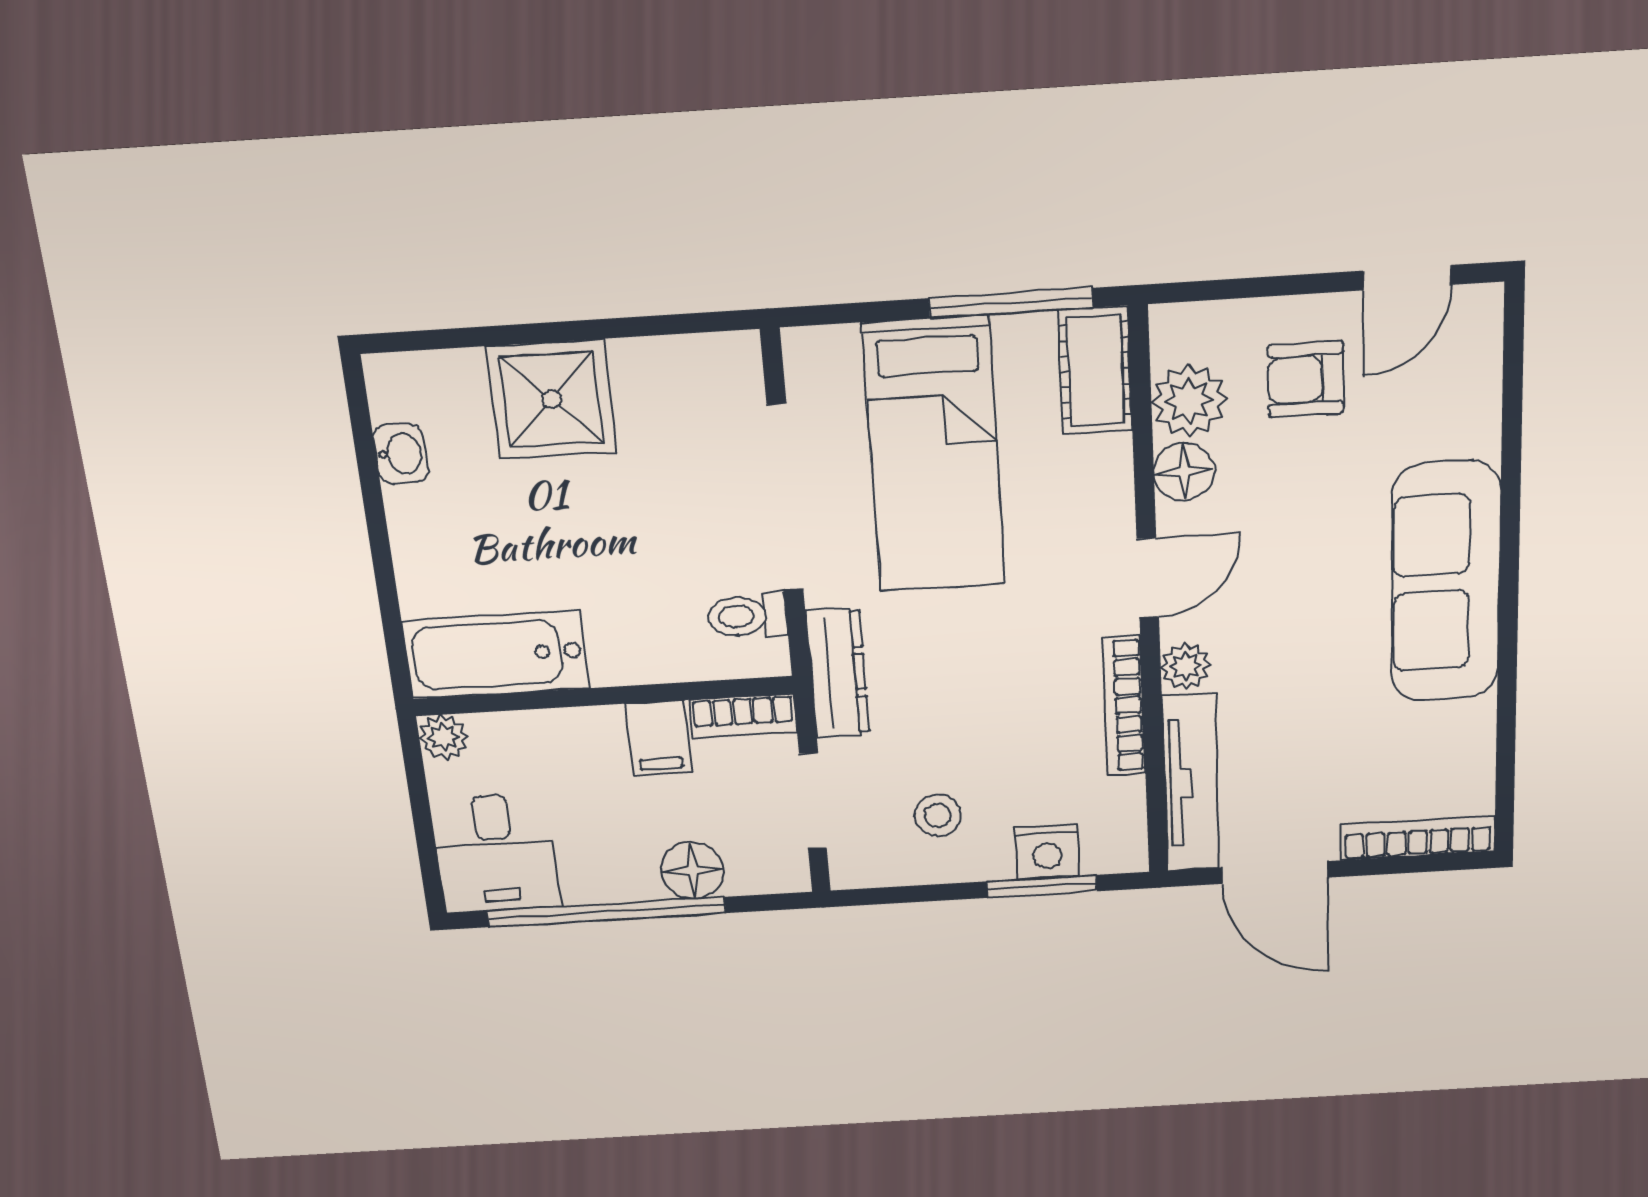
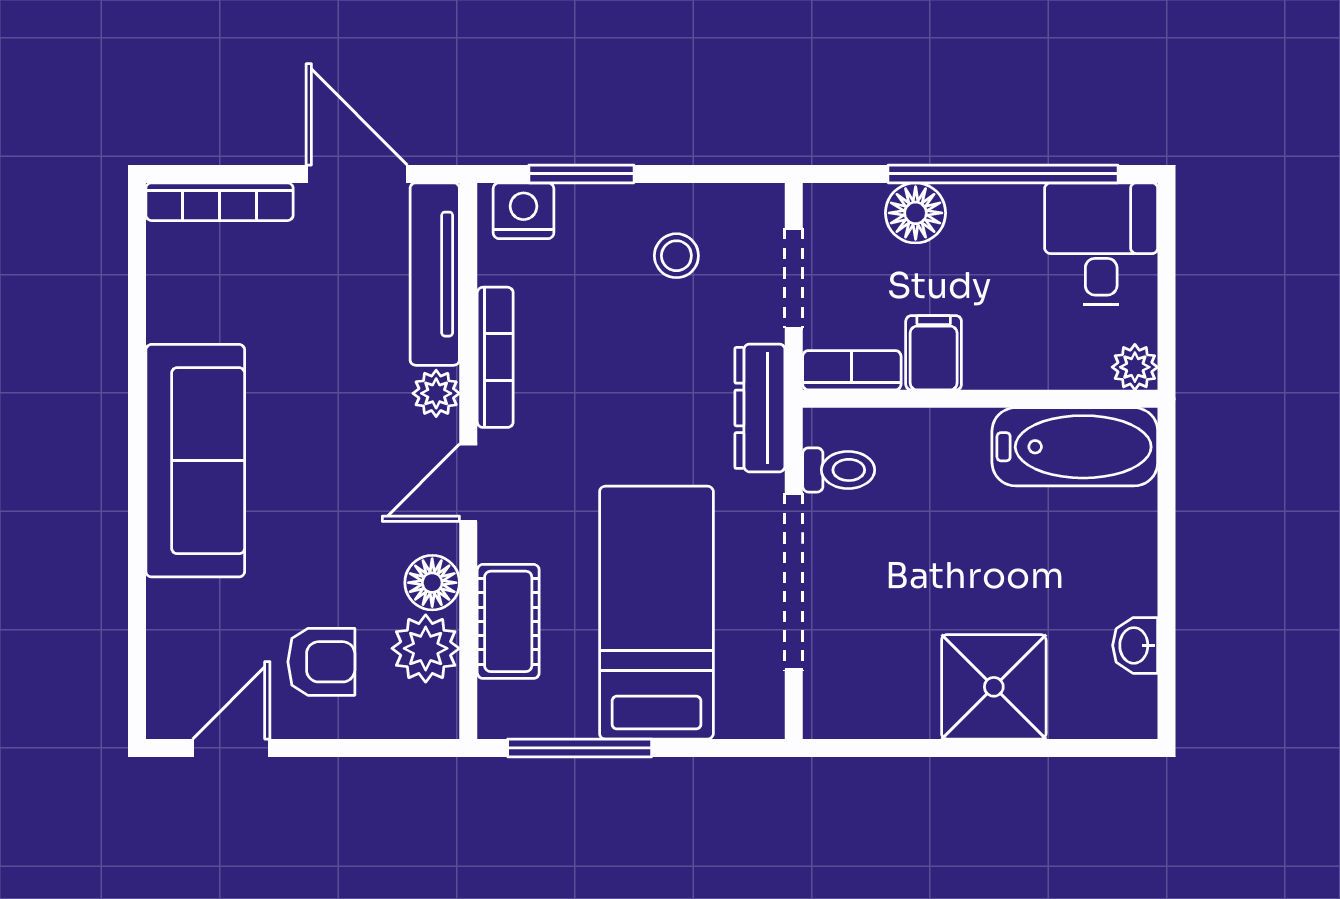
cot: (1095, 370) -> (508, 621), moved
nightstand: (1047, 852) -> (523, 211), moved

